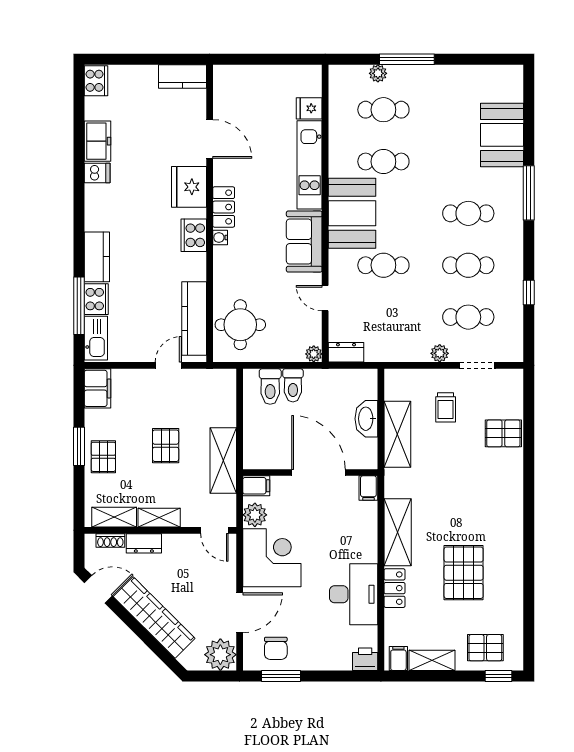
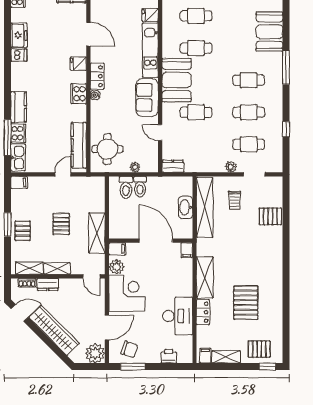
fridge: (189, 187) -> (78, 64), width x0.53, depth x0.75
plant: (314, 354) -> (135, 167), moved
filing cabinet: (97, 388) -> (19, 182), width x0.50
shelving: (397, 434) -> (205, 207), width x1.47
chair: (276, 648) -> (129, 349), turned -71
printer: (365, 659) -> (169, 356), moved

